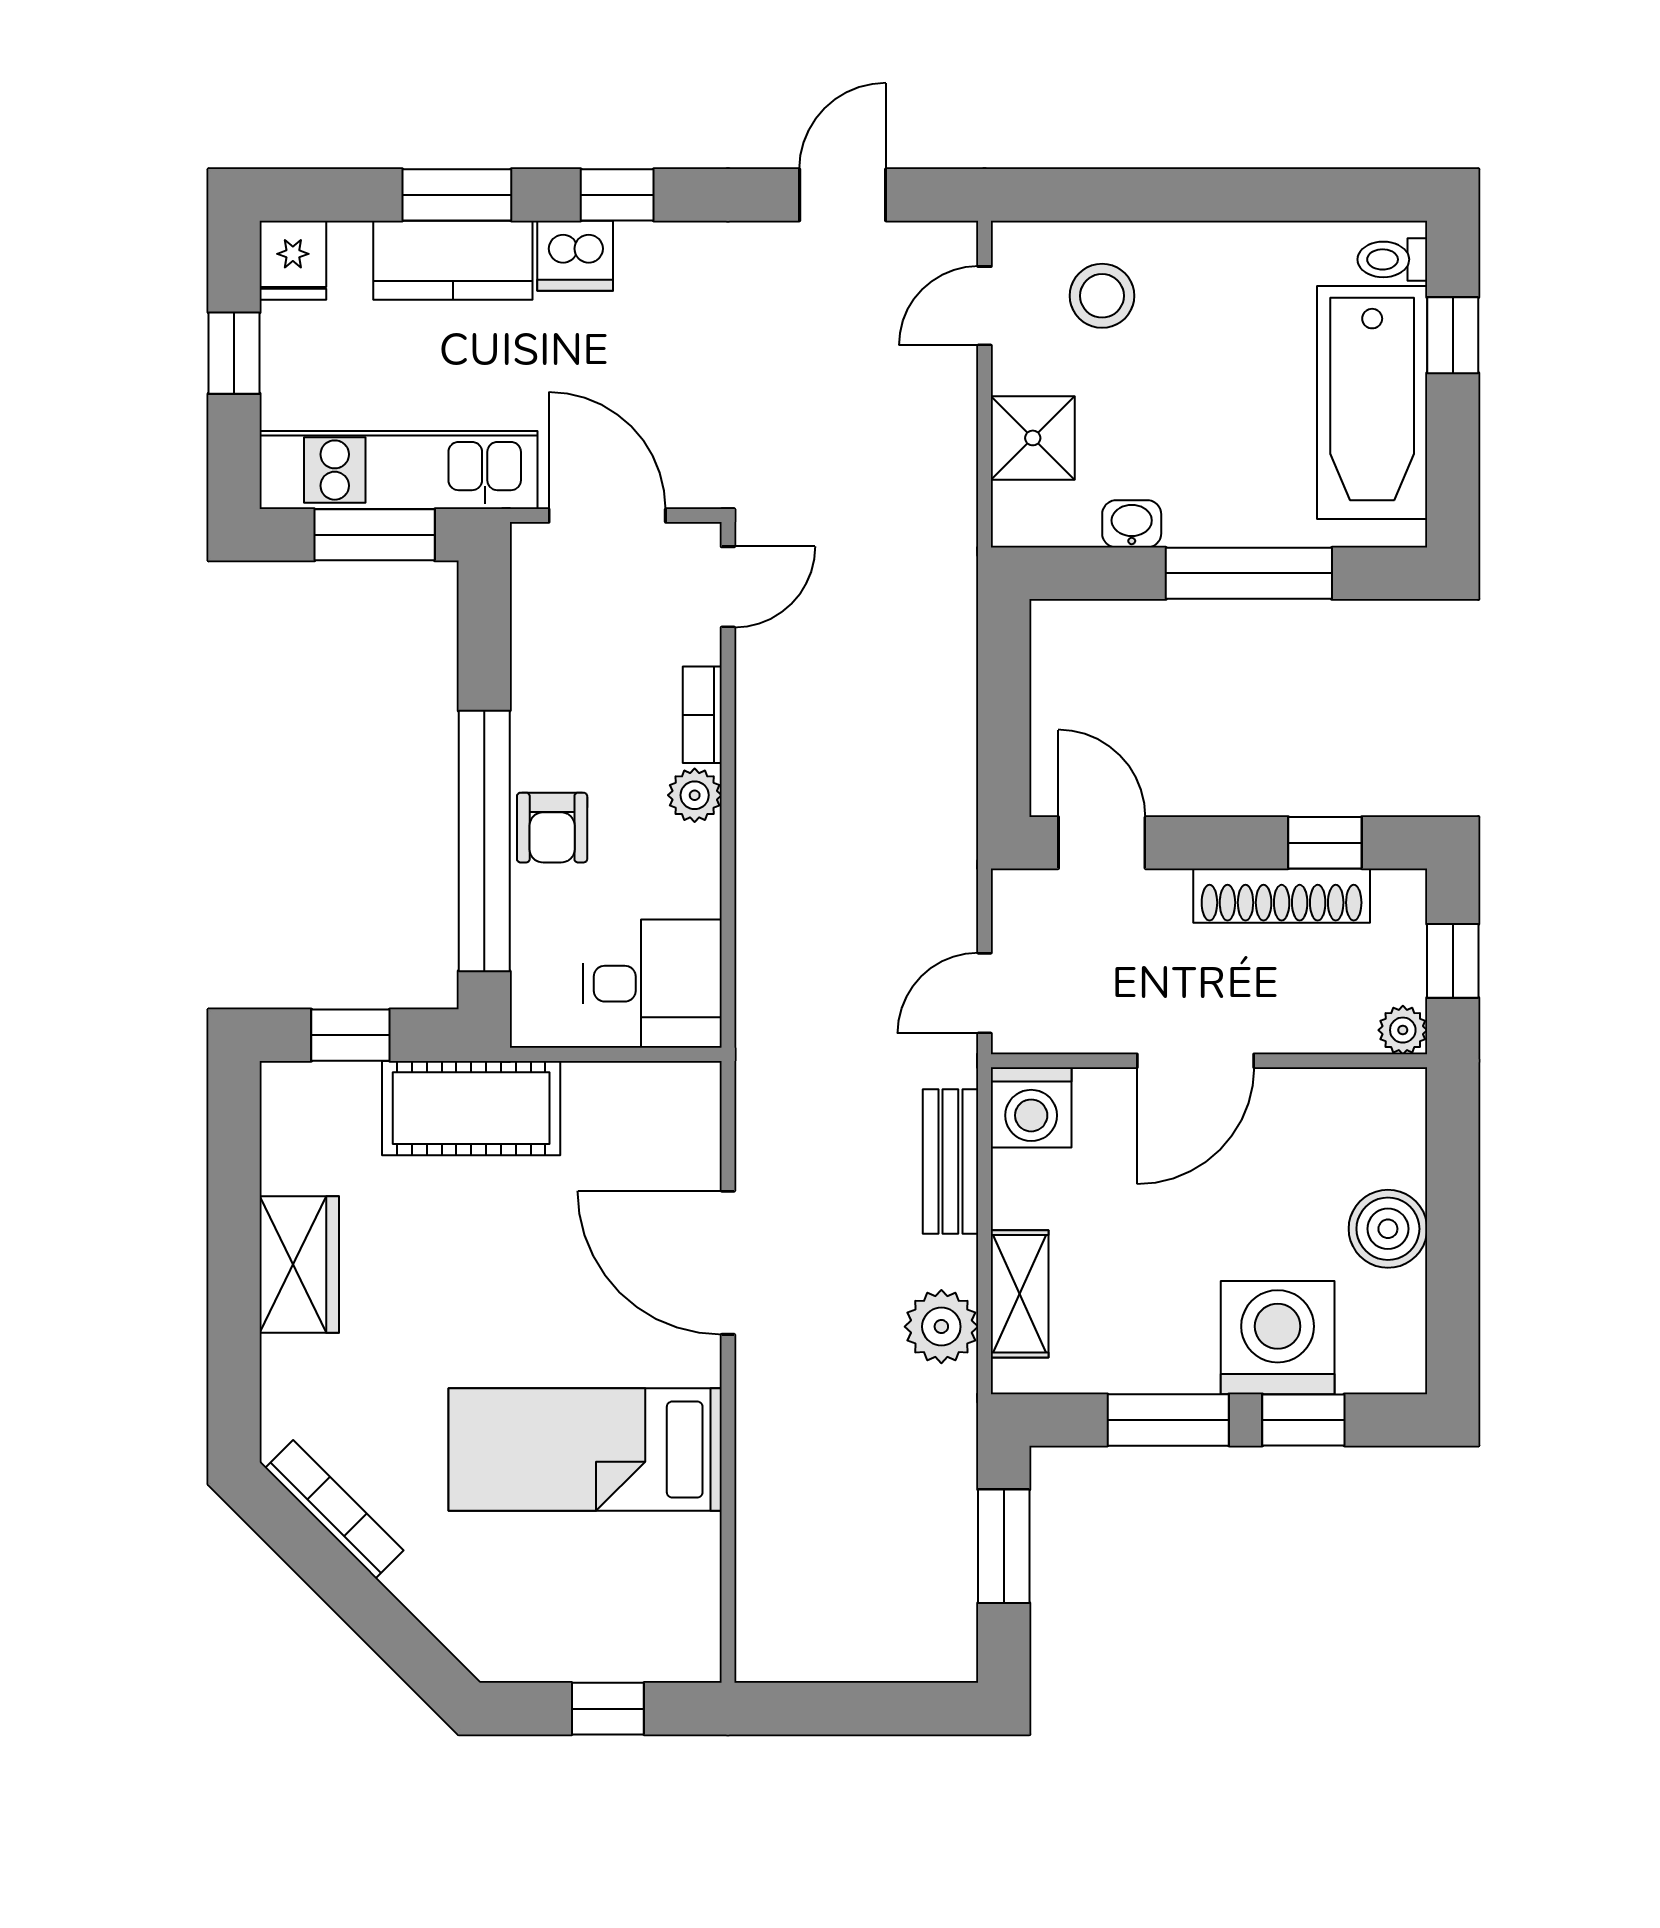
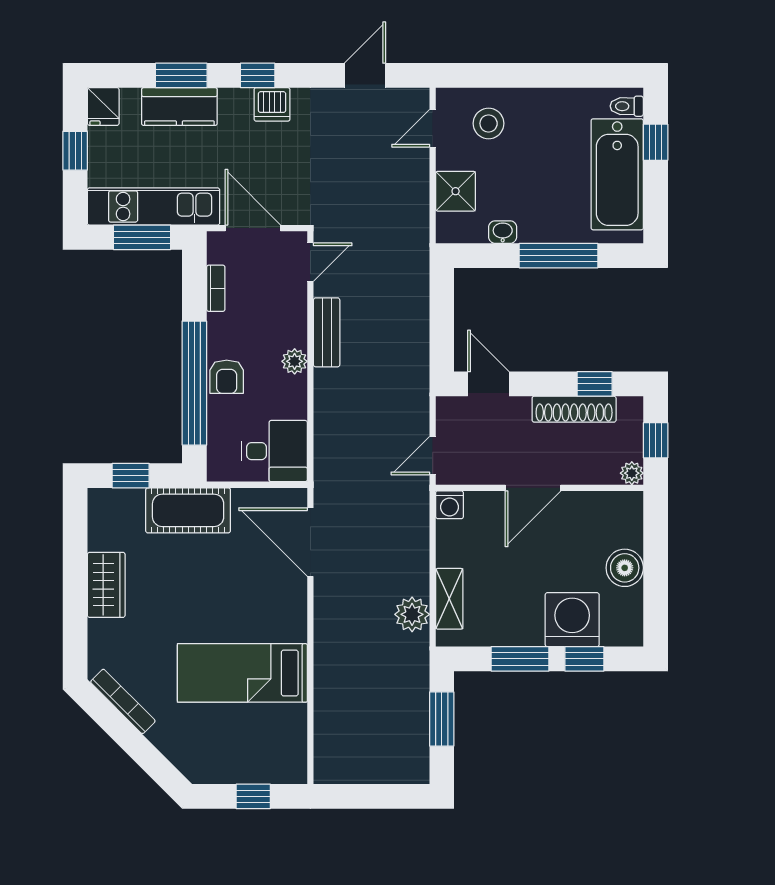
dishwasher: (575, 256) -> (272, 104), moved
bookcase: (702, 715) -> (216, 288), moved, turned 180
washing machine: (1031, 1107) -> (450, 505), width x0.73, depth x0.73
bench: (950, 1162) -> (327, 332), moved
door: (728, 1263) -> (310, 542), moved

